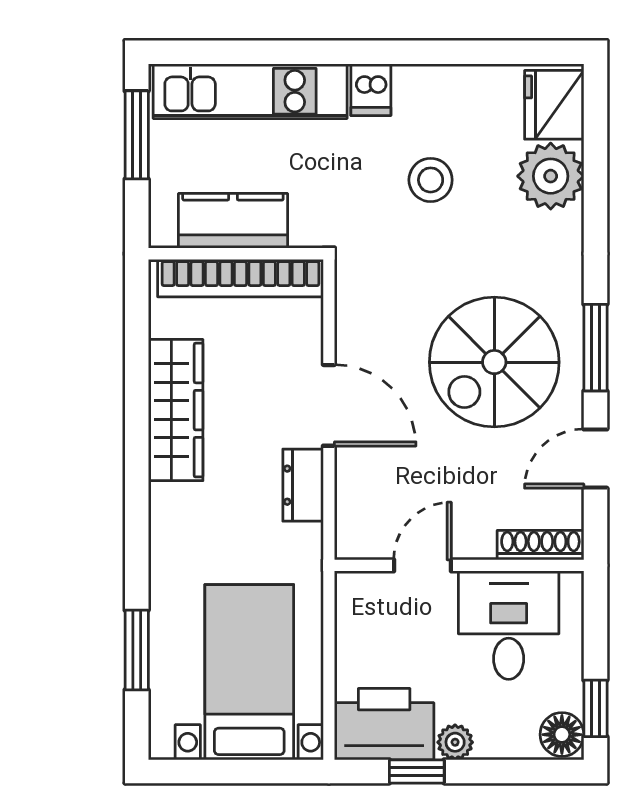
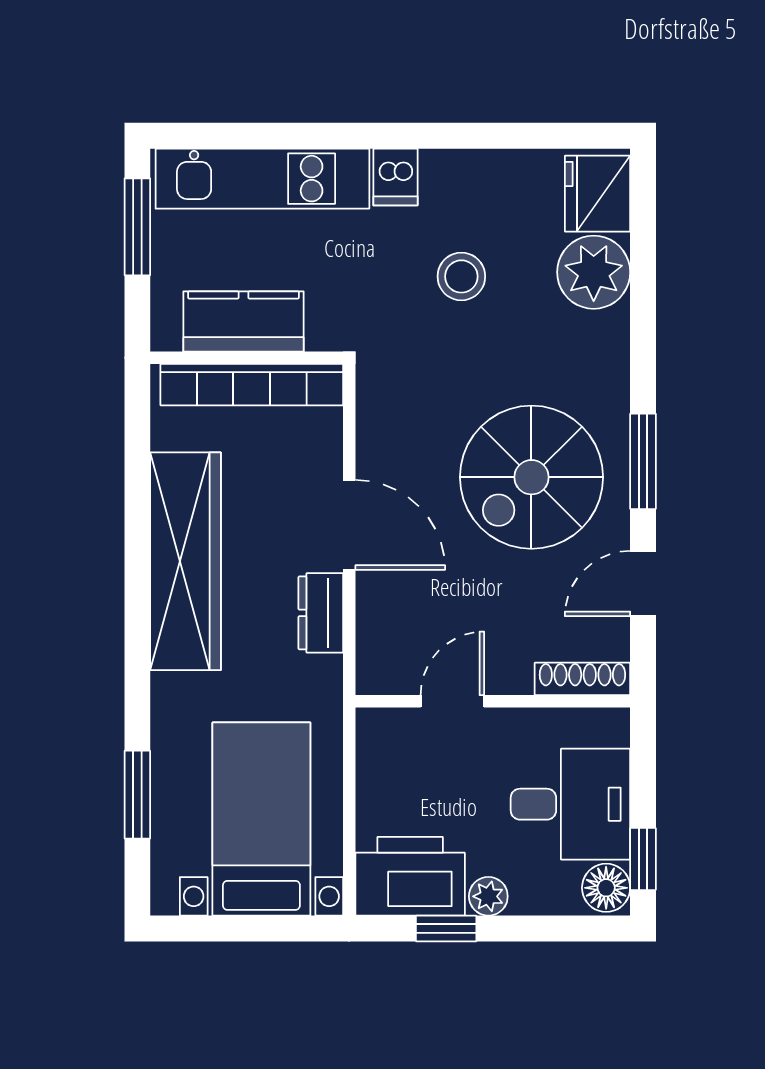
wardrobe: (176, 410) -> (186, 561), width x1.40, depth x1.17
desk: (509, 625) -> (570, 804), moved, turned 90

